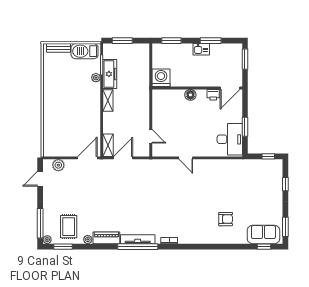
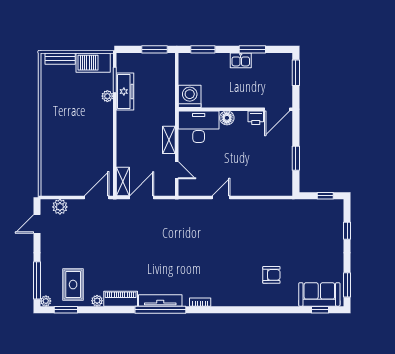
window: (122, 41) -> (155, 49), moved
shelving: (108, 100) -> (169, 140), moved
desk: (230, 139) -> (199, 127), moved, turned -90
door: (186, 158) -> (221, 198), swing flipped

